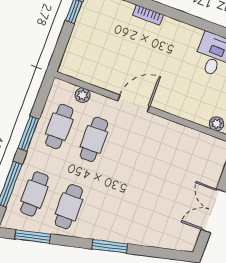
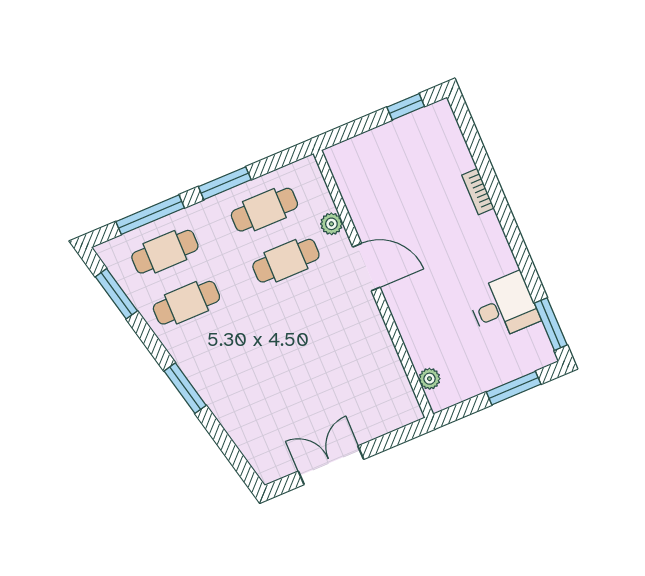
plant: (82, 95) -> (331, 224), moved

